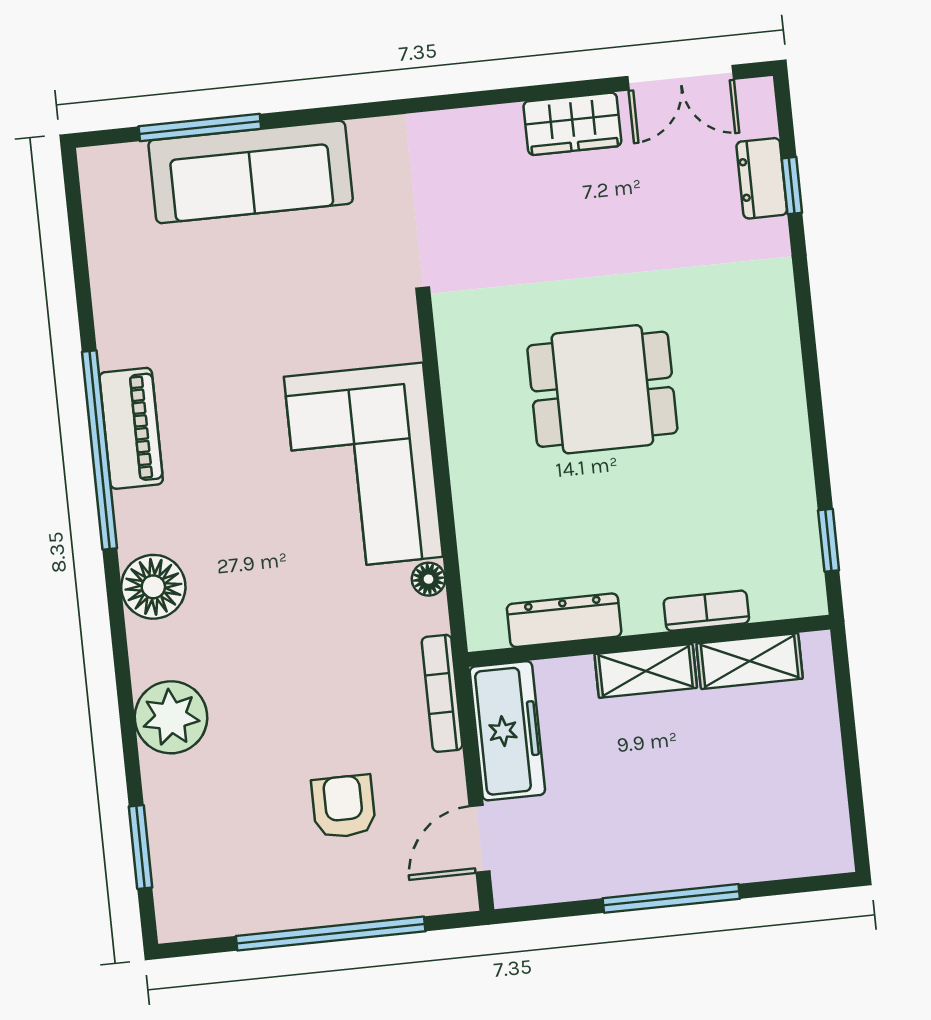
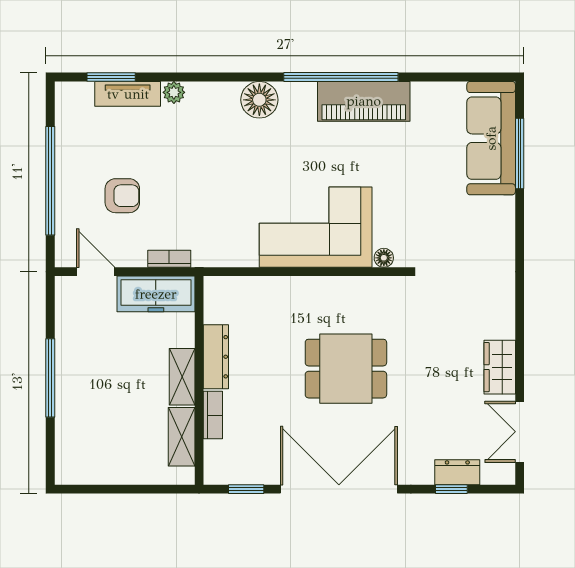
sofa: (251, 172) -> (491, 138), moved
double door: (812, 380) -> (339, 489), added
dining table: (602, 389) -> (346, 369), turned 90
piano: (131, 428) -> (364, 101), width x1.37, depth x1.33
floor lamp: (429, 579) -> (384, 258), moved
dresser: (564, 620) -> (216, 357), moved
bookcase: (442, 693) -> (169, 259), width x0.64
plant: (171, 717) -> (174, 92), width x0.53, depth x0.53
tv unit: (167, 815) -> (128, 94), added

